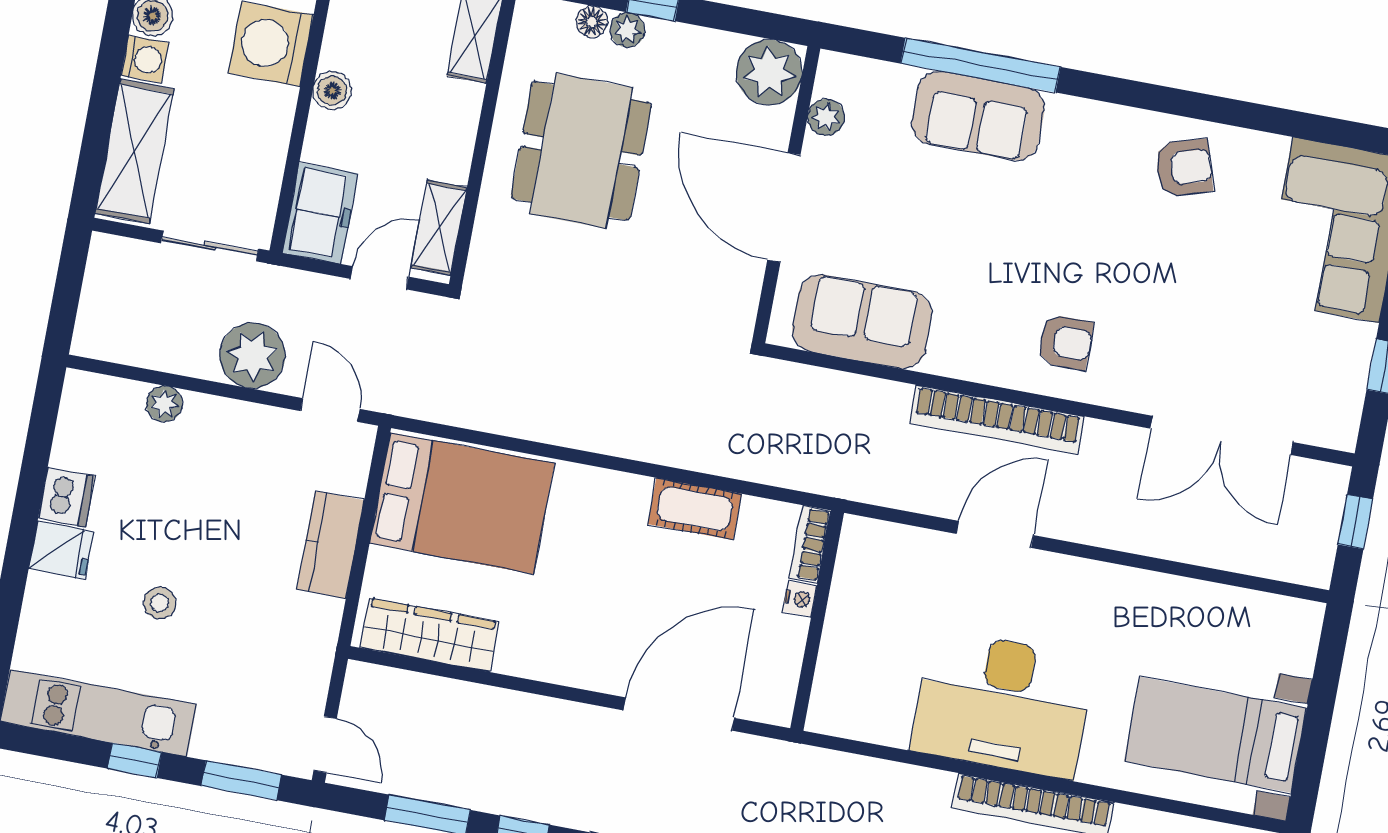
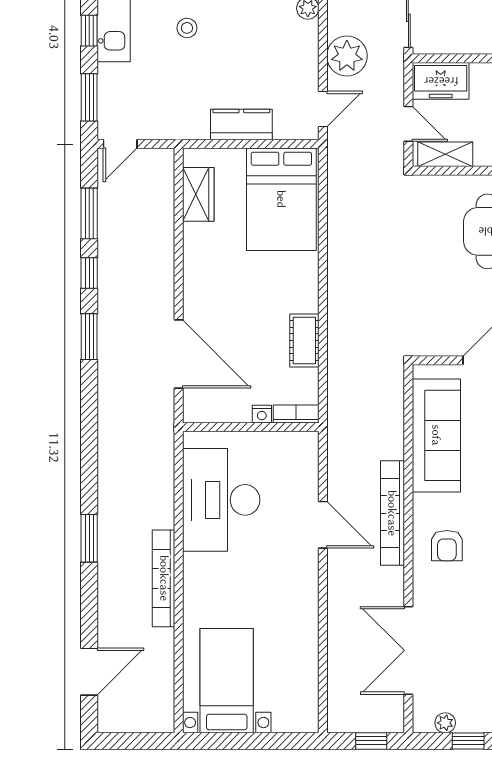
sofa: (862, 322) -> (436, 435), width x1.36
plant: (1348, 398) -> (445, 723), added
wardrobe: (429, 635) -> (198, 194), width x0.67
desk: (1003, 704) -> (221, 500), moved

